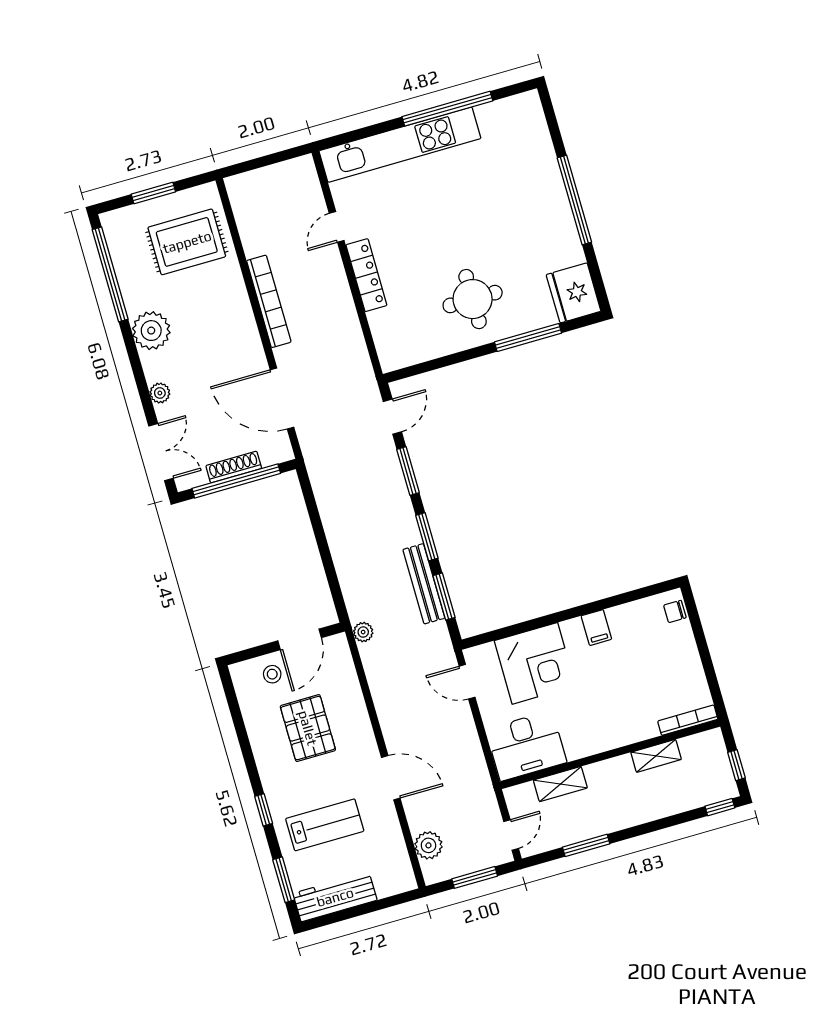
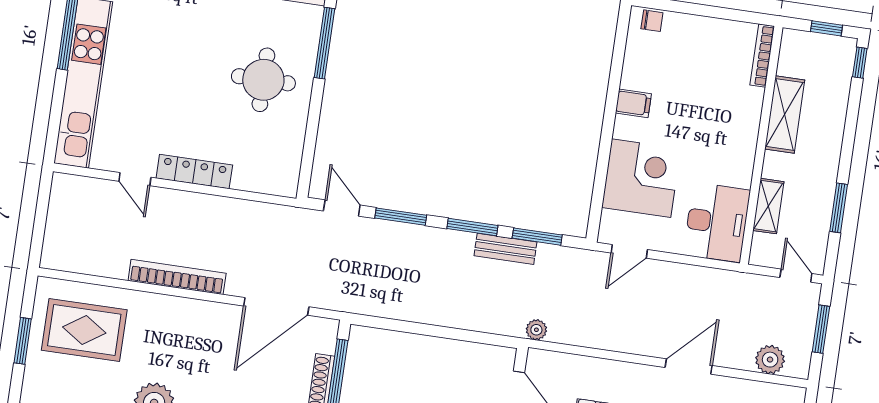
rug: (187, 242) -> (84, 330), turned 90
bench: (424, 584) -> (505, 249), width x0.73
chair: (675, 611) -> (652, 21), turned -90
shelving: (656, 756) -> (785, 114), width x1.50, depth x1.33

